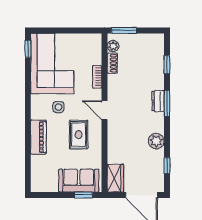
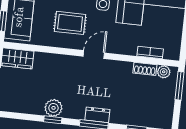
bookcase: (97, 77) -> (150, 52), moved
window: (167, 166) -> (53, 120), moved

